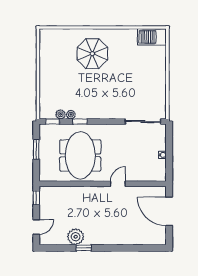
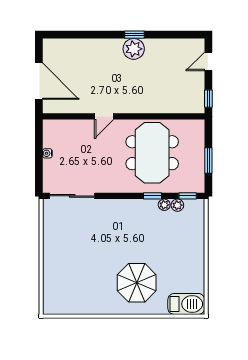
barbecue: (152, 37) -> (186, 304), moved
plant: (76, 237) -> (134, 49), moved
window: (84, 248) -> (135, 35), moved

